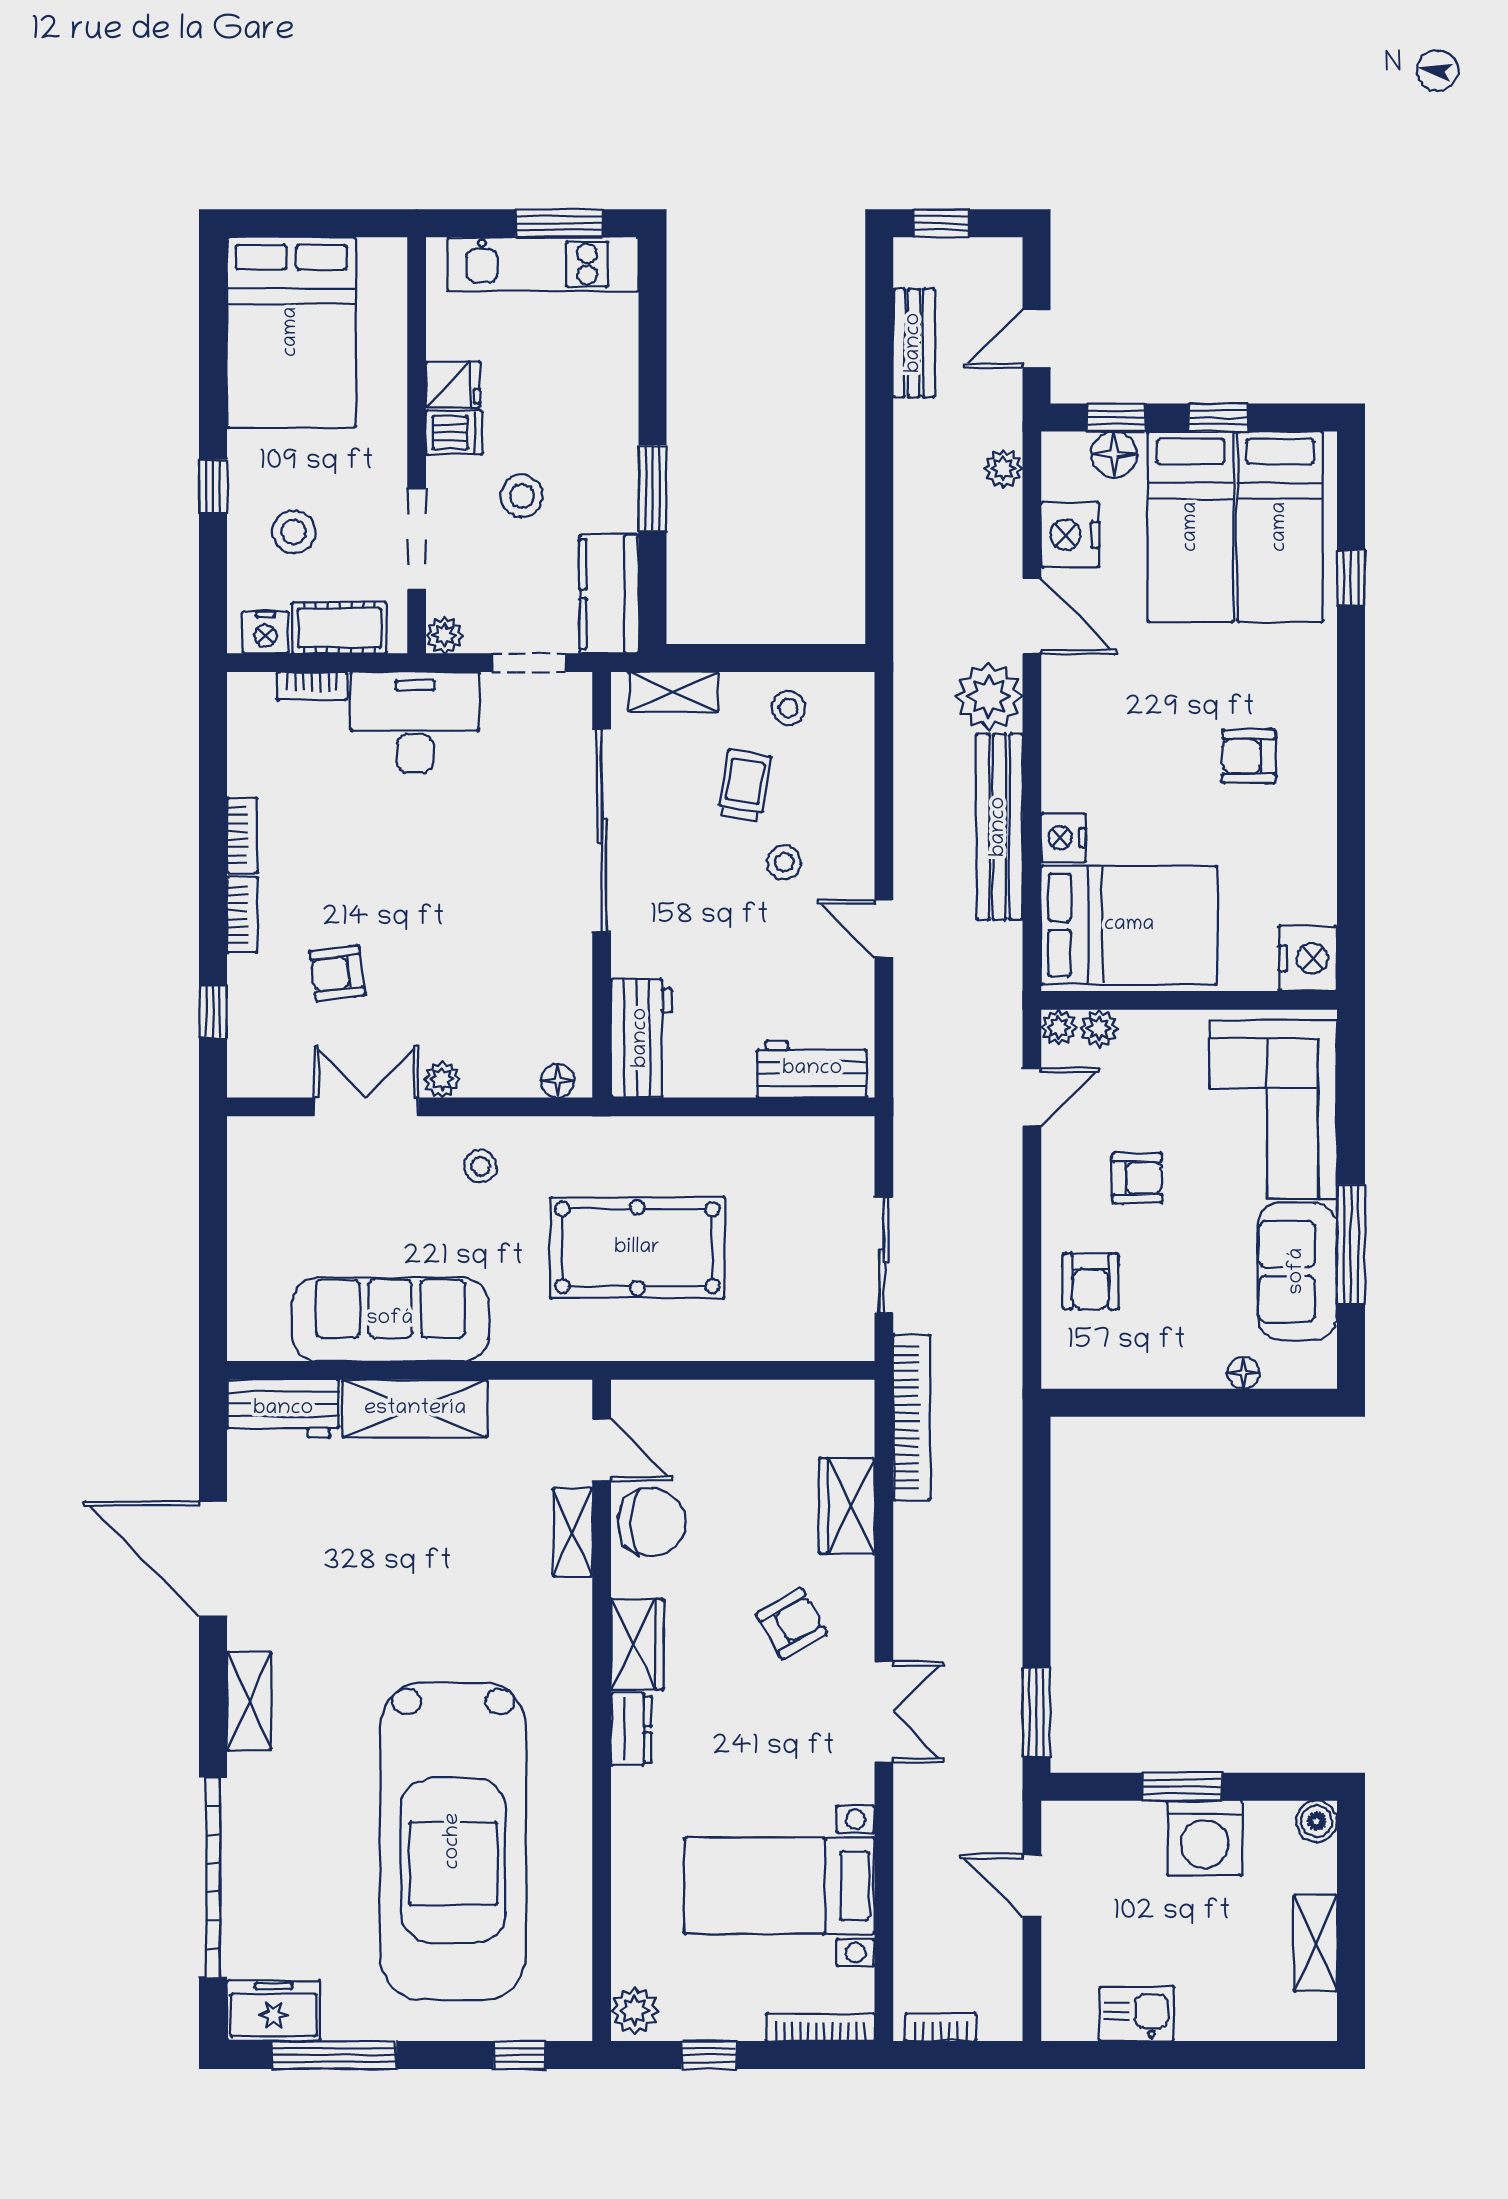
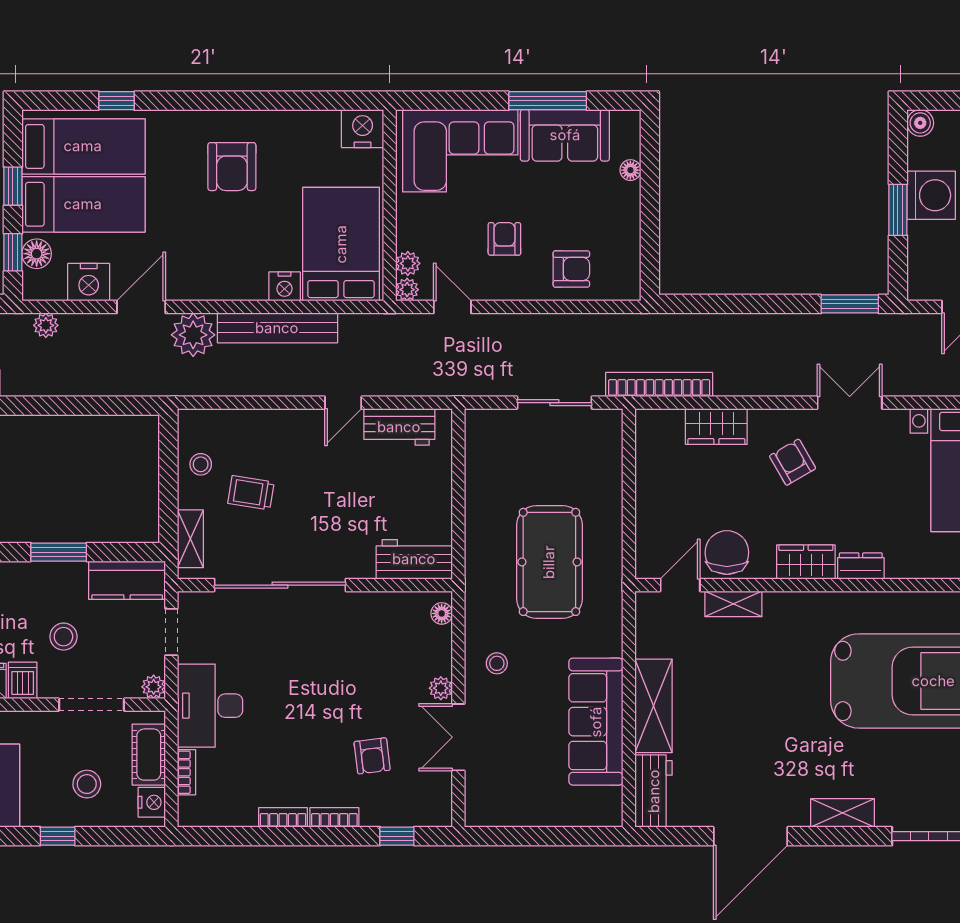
armchair: (1249, 756) -> (232, 167), width x1.38, depth x1.38
stool: (784, 862) -> (300, 467), removed
workbench: (812, 1069) -> (399, 427), moved, turned -90

